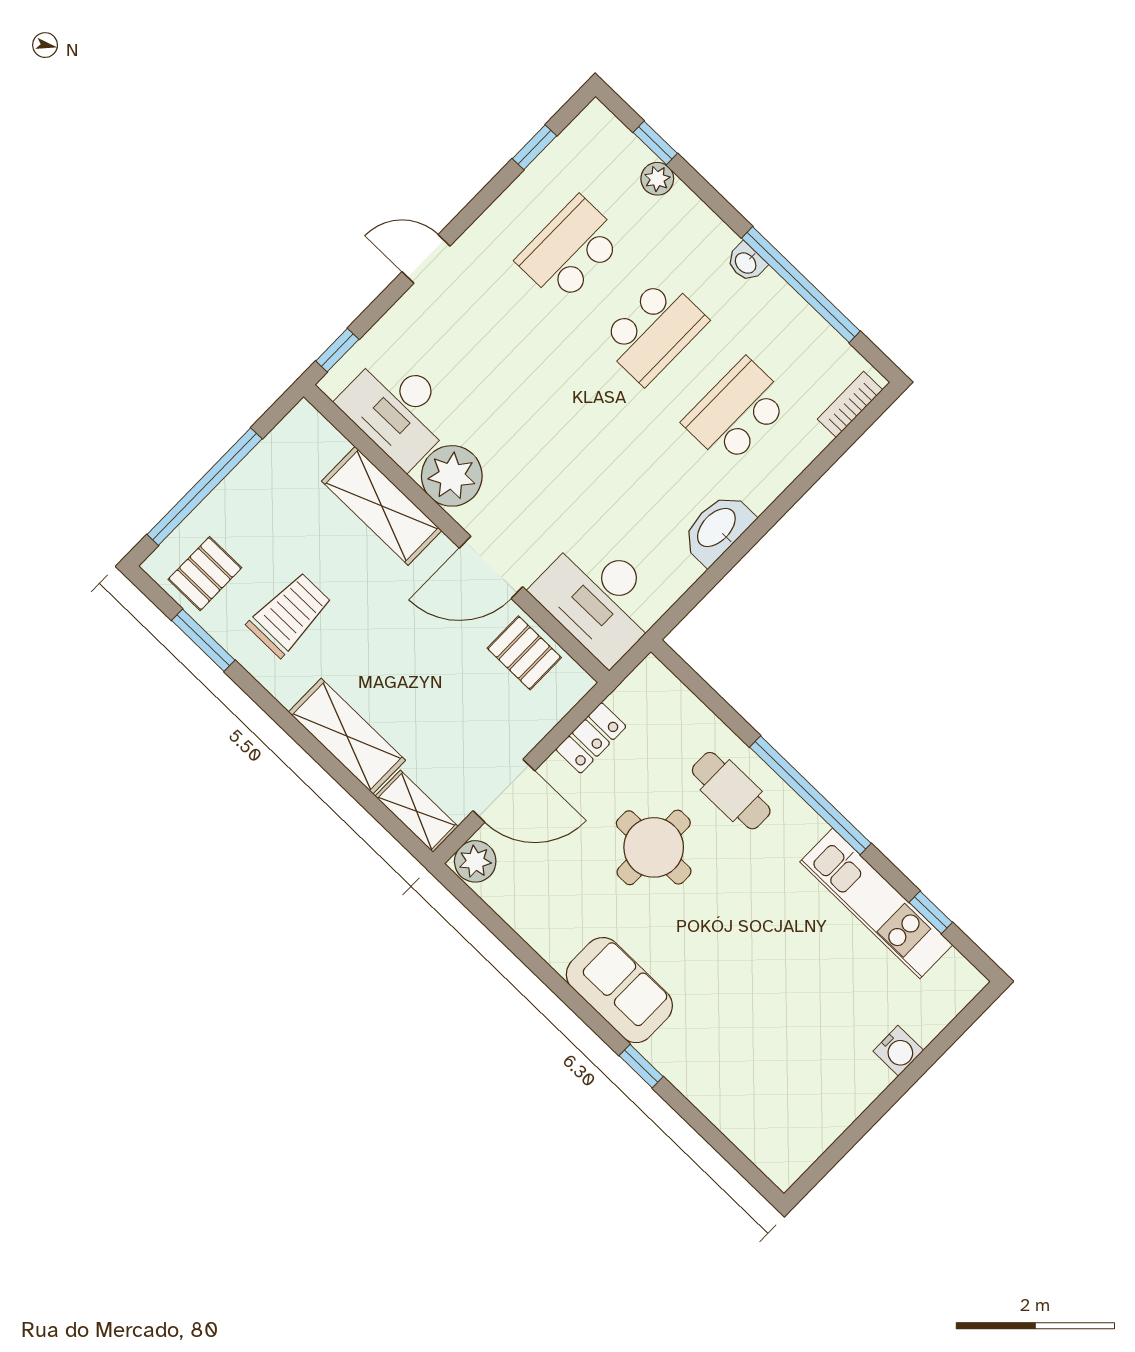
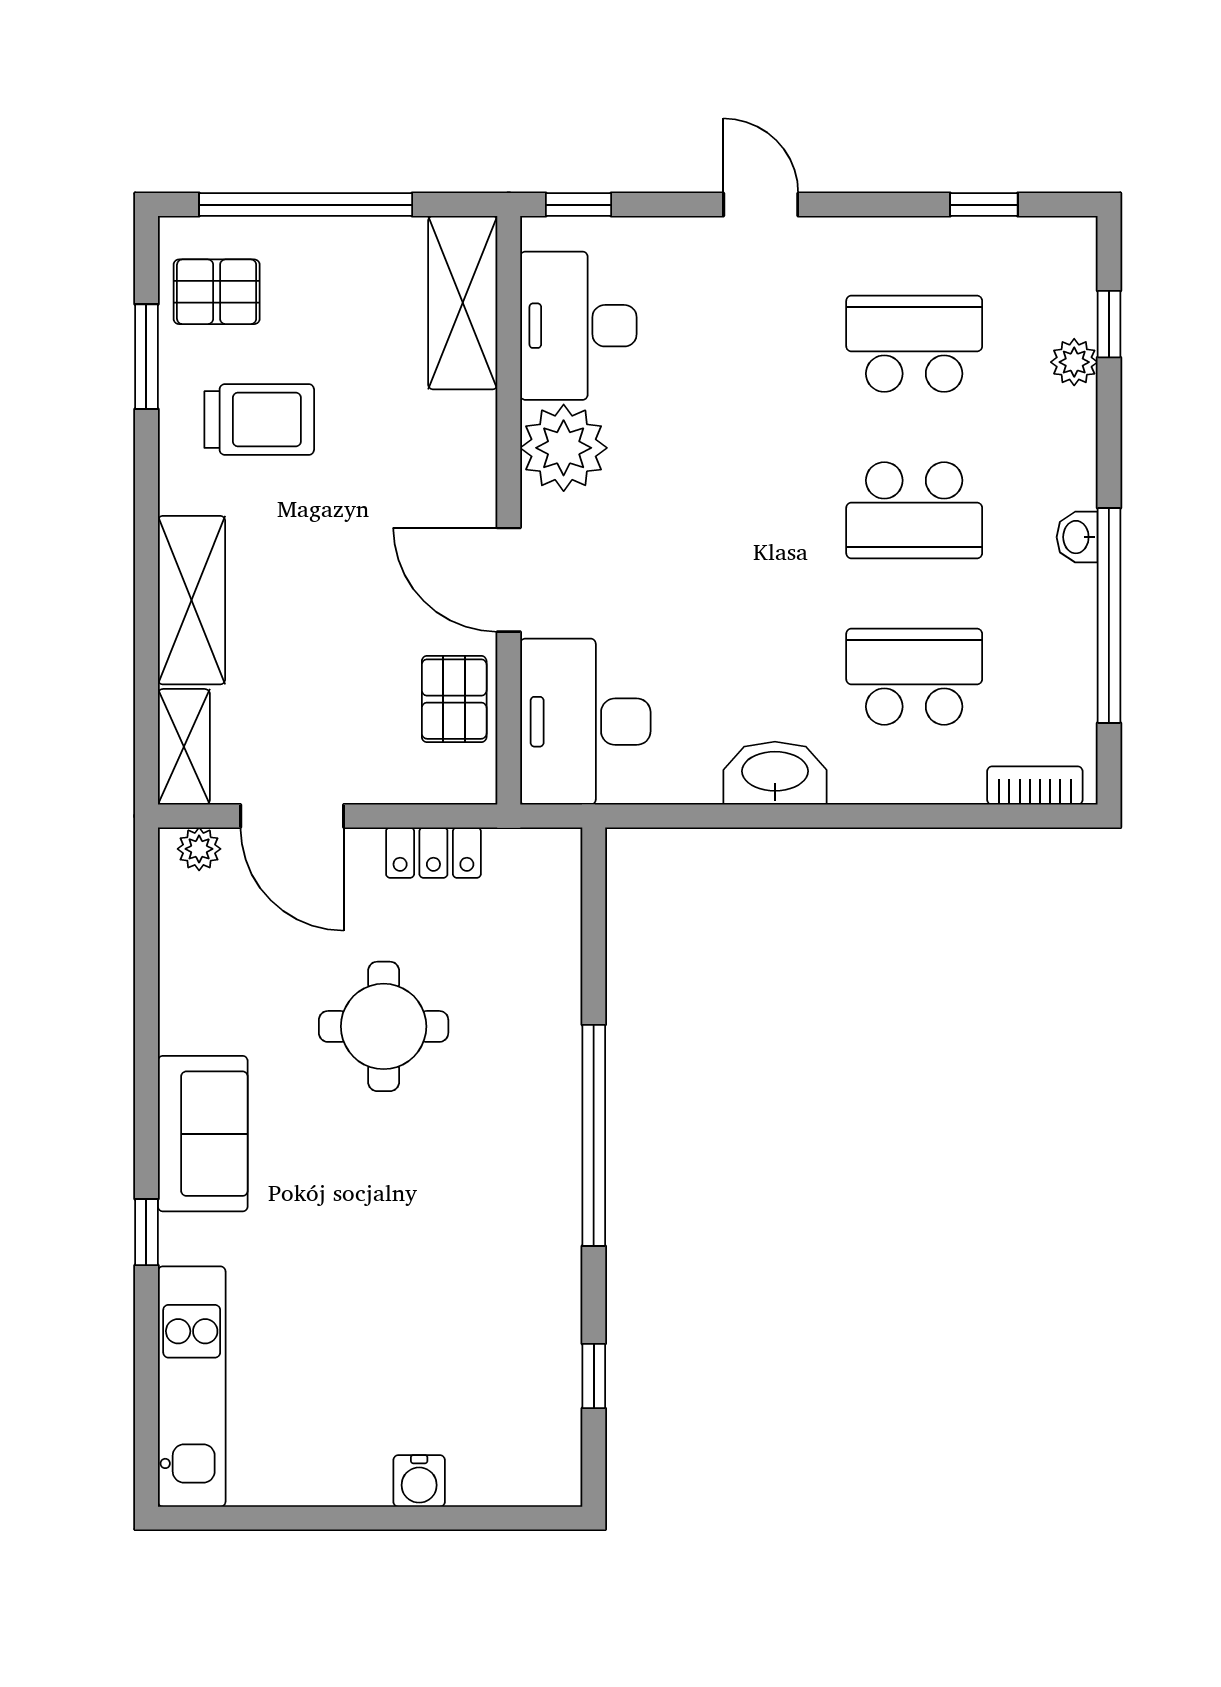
shelving: (382, 506) -> (463, 303), moved
cafe table: (731, 791) -> (519, 1049), removed
plant: (475, 861) -> (199, 849), width x0.73, depth x0.73
kitchen unit: (876, 903) -> (192, 1387), moved, turned 180

